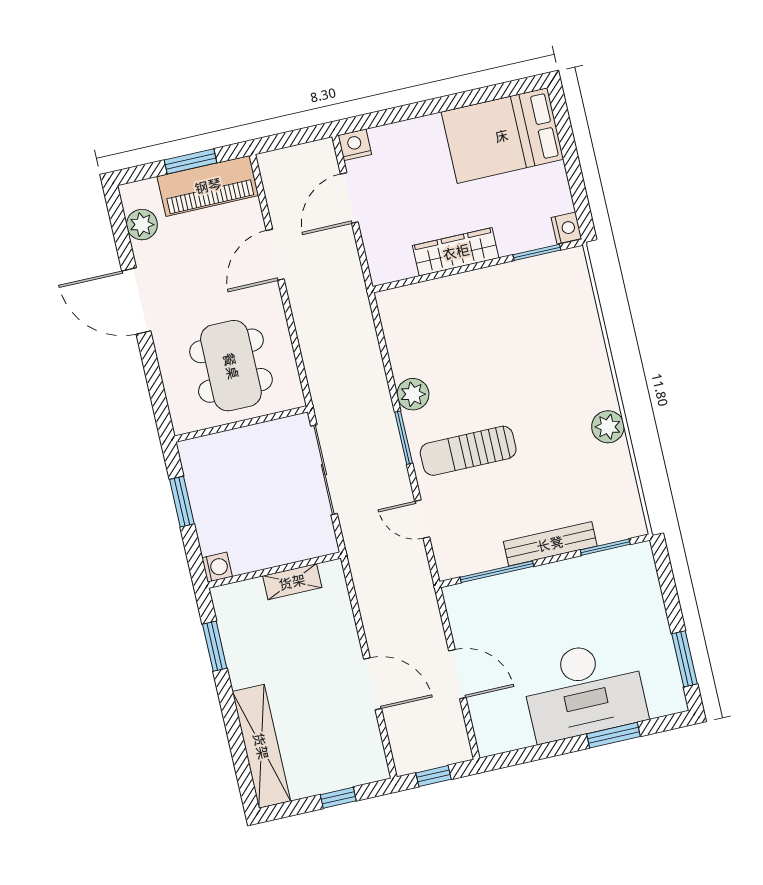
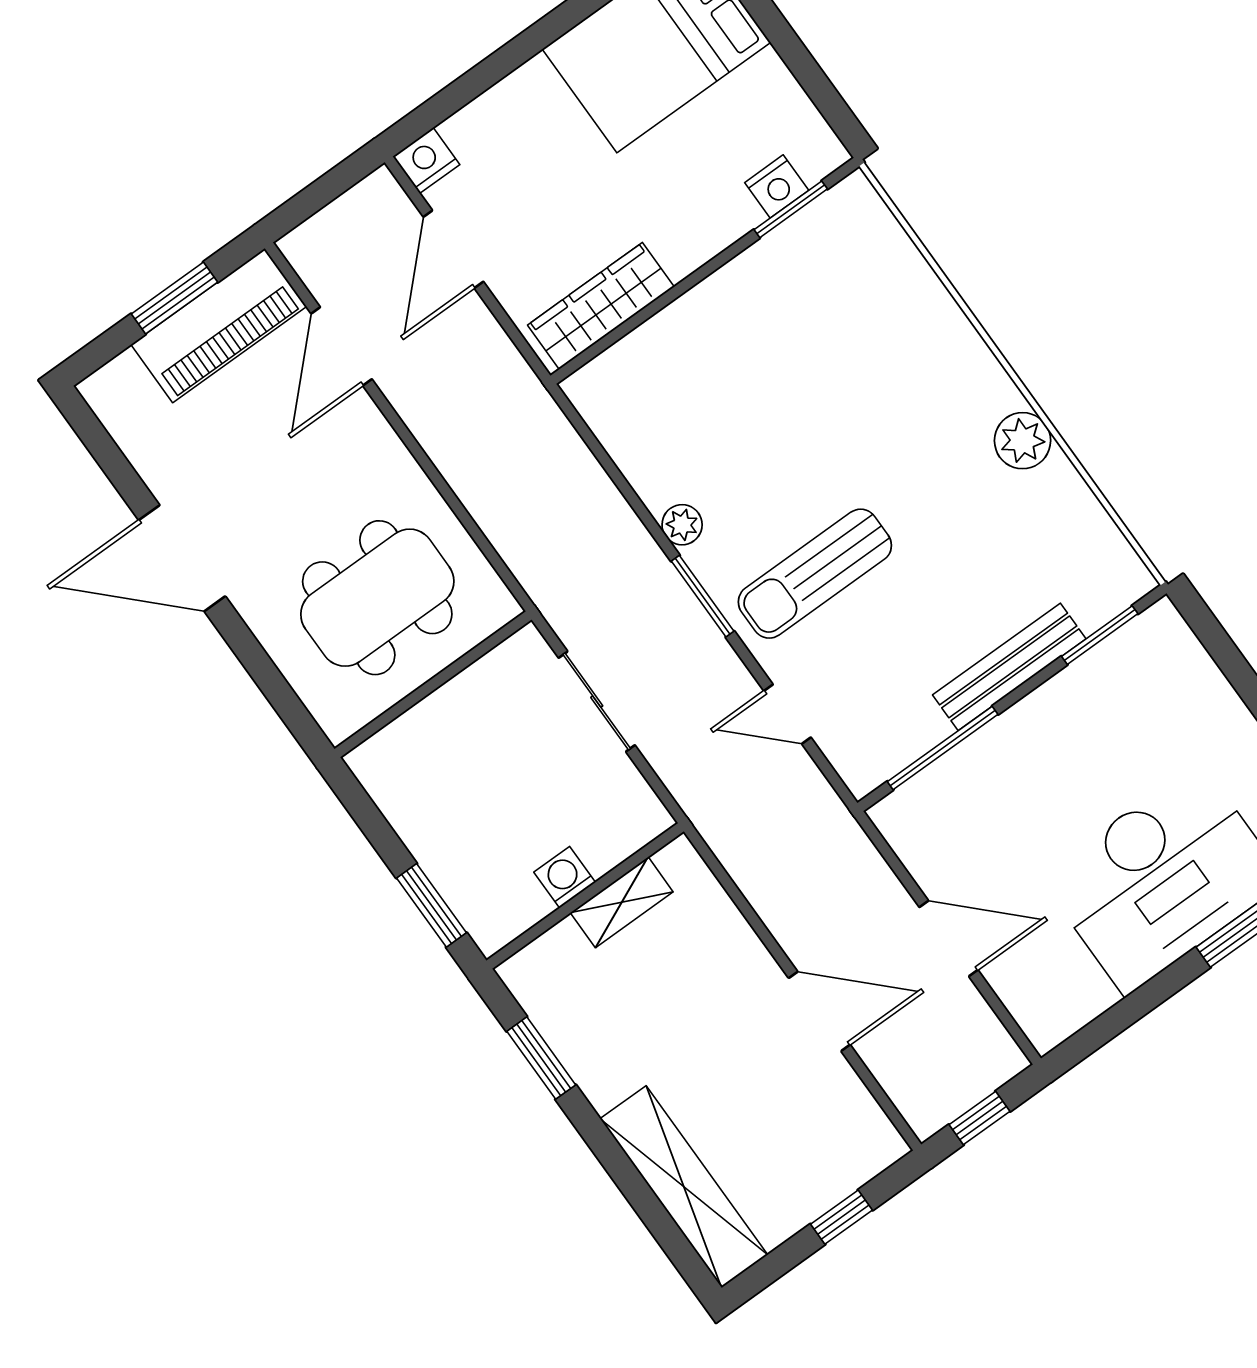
plant: (142, 225) -> (139, 432), removed
nightstand: (566, 228) -> (777, 186), moved, turned 90
wardrobe: (456, 252) -> (601, 306), moved
door: (275, 255) -> (342, 346), moved
dining table: (231, 366) -> (377, 598), turned 90
plant: (413, 394) -> (682, 525), width x0.73, depth x0.73
sliding door: (324, 470) -> (597, 702), width x0.73
window: (182, 502) -> (431, 905), moved
washing machine: (217, 567) -> (565, 877), moved, turned -90

